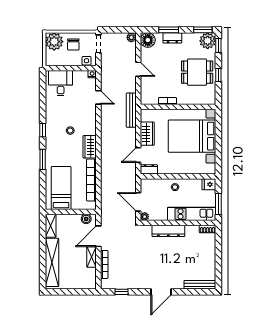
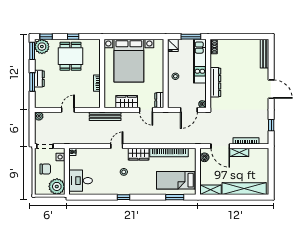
floor lamp: (148, 40) -> (41, 101), removed
plant: (54, 42) -> (57, 186), moved
door: (98, 97) -> (117, 146), moved
window: (43, 159) -> (175, 197), moved

